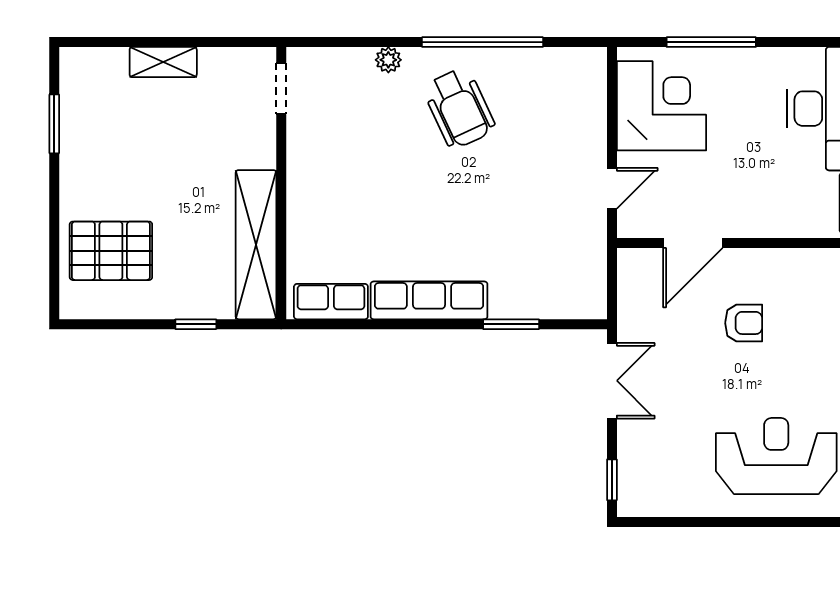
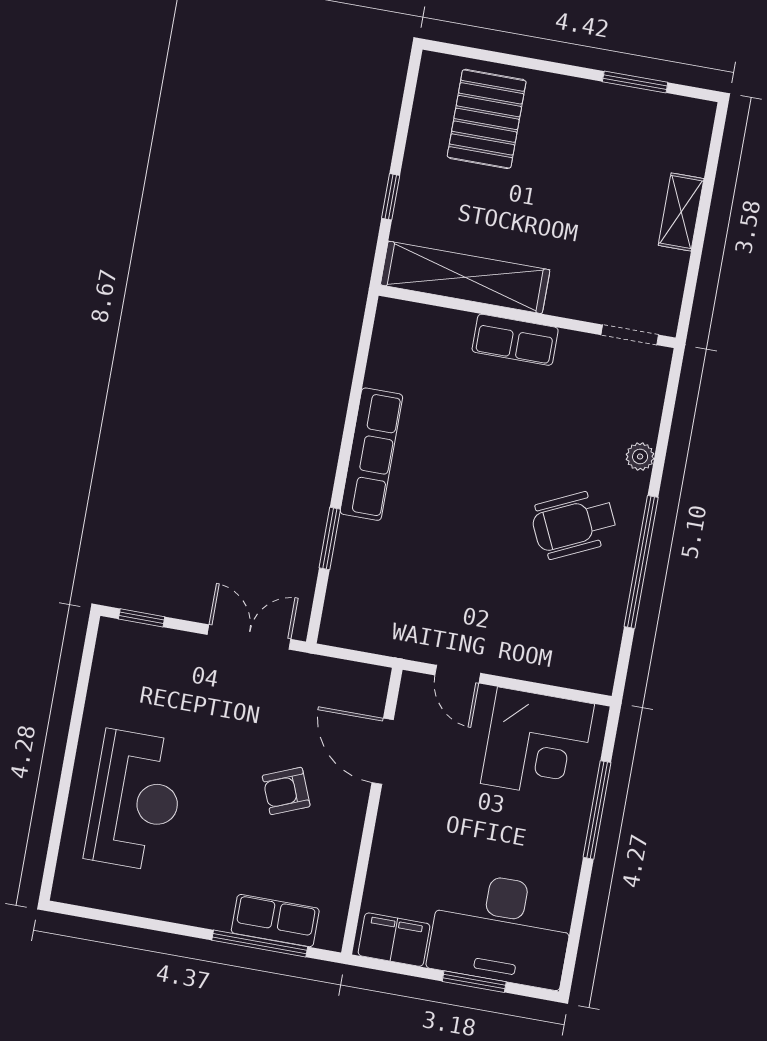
row of seats: (331, 302) -> (515, 340), moved, turned 90
armchair: (744, 323) -> (286, 791), turned 68
double door: (612, 381) -> (249, 637), swing flipped

